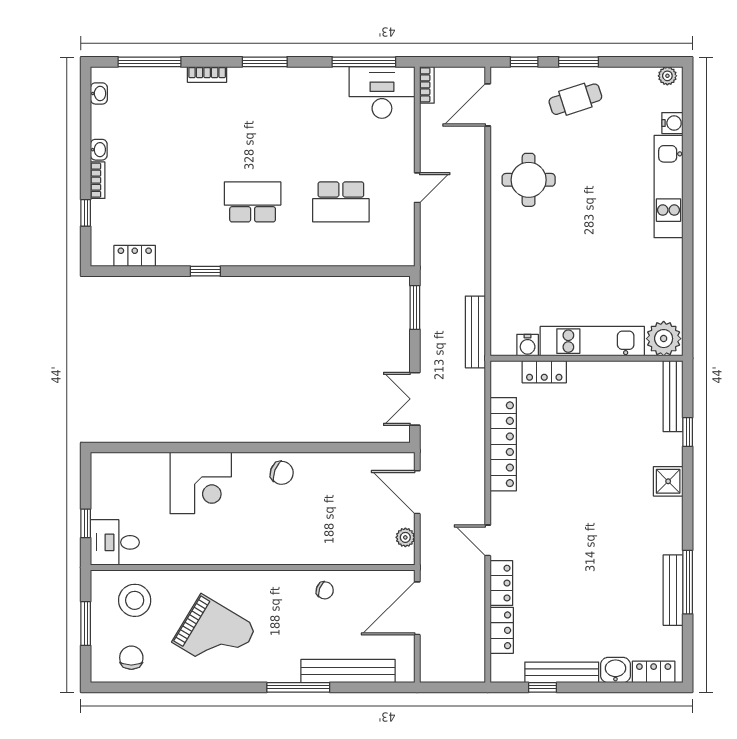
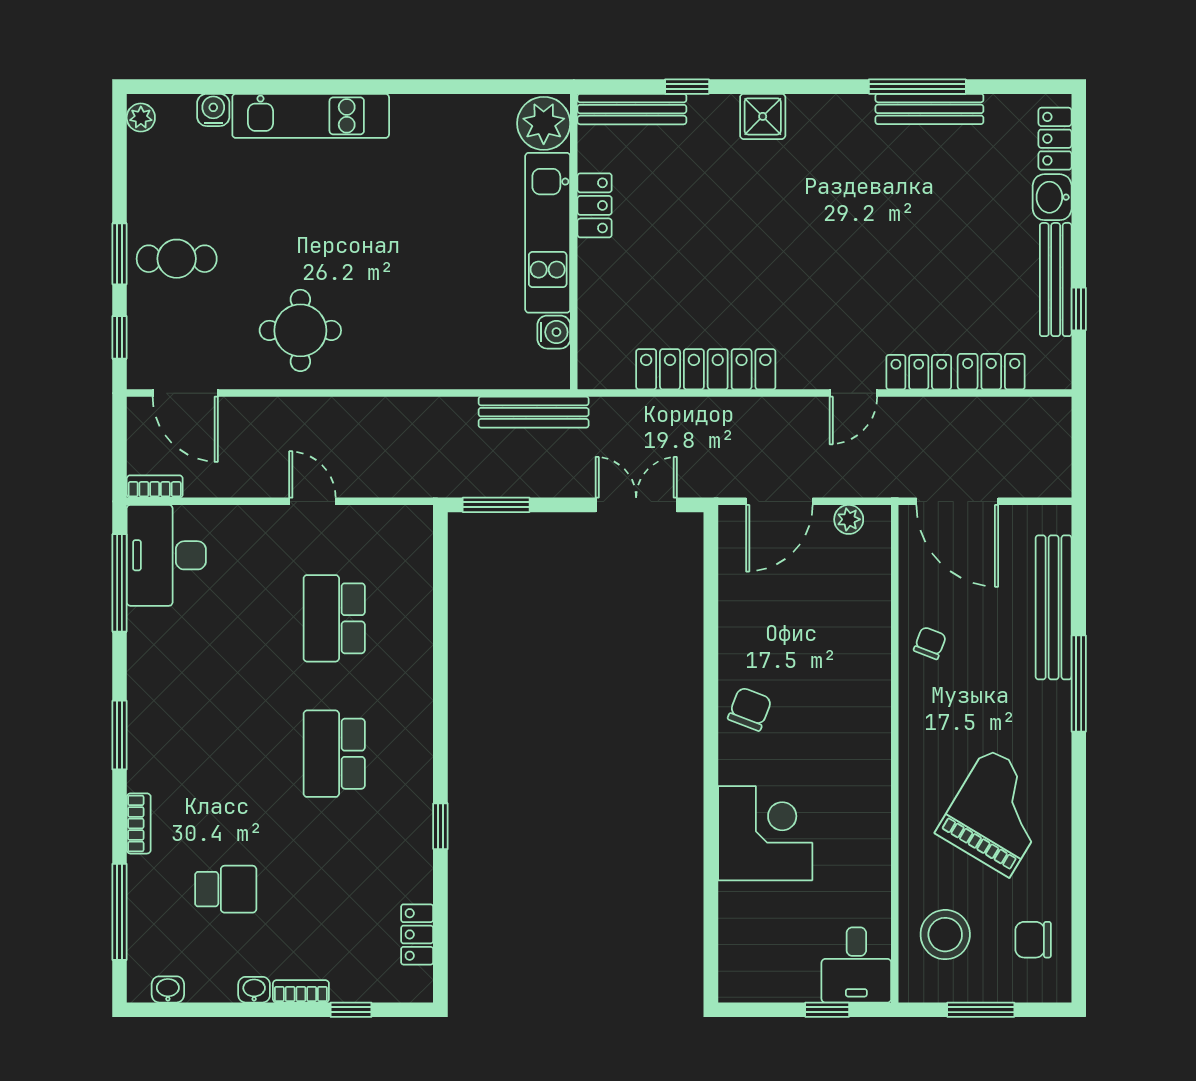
cafe table: (575, 99) -> (177, 259), turned -72
school desk: (164, 131) -> (226, 889), added
school desk: (341, 202) -> (334, 618), turned 180
locker: (544, 372) -> (595, 205), moved
double door: (415, 399) -> (636, 505), swing flipped

